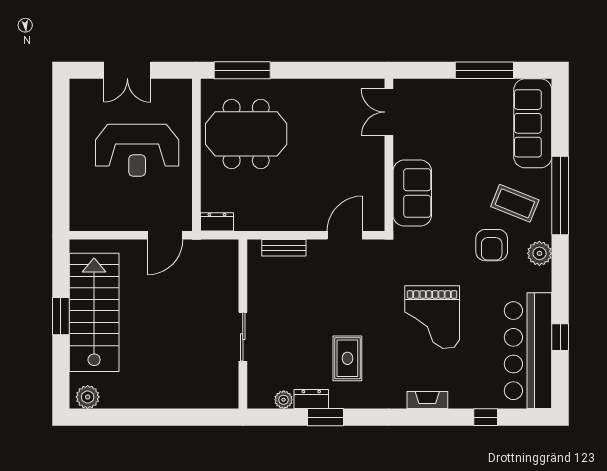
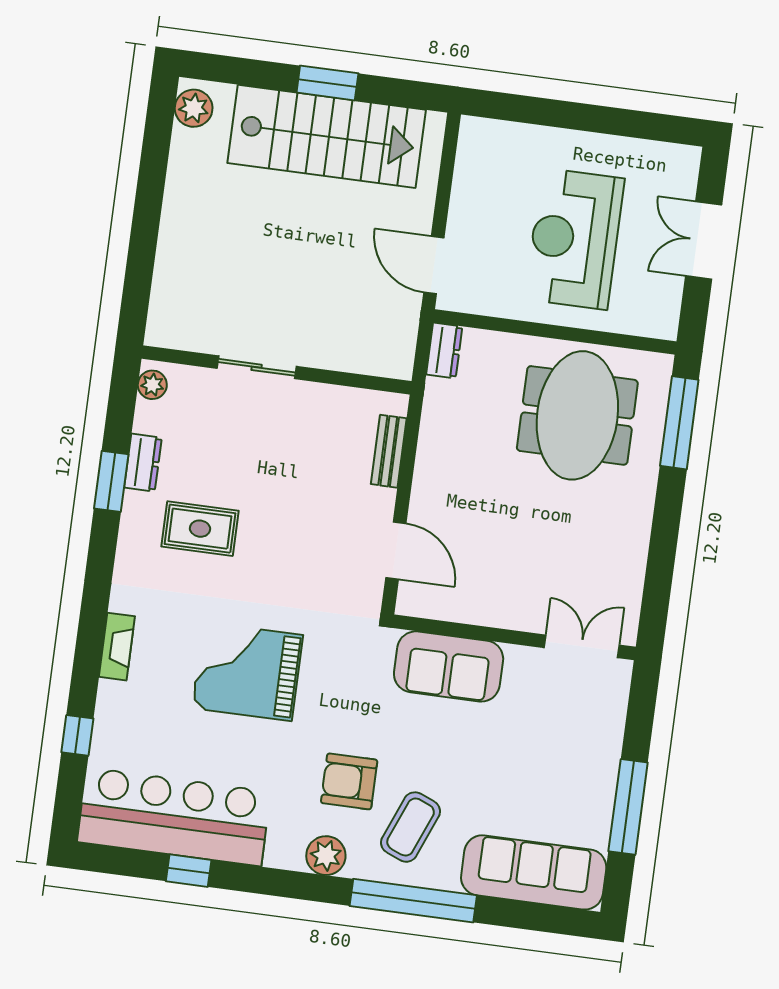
plant: (284, 400) -> (152, 385), moved

